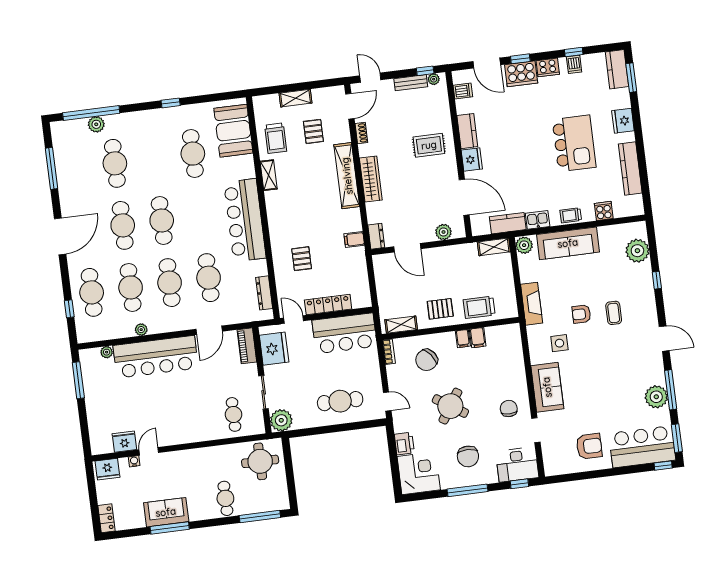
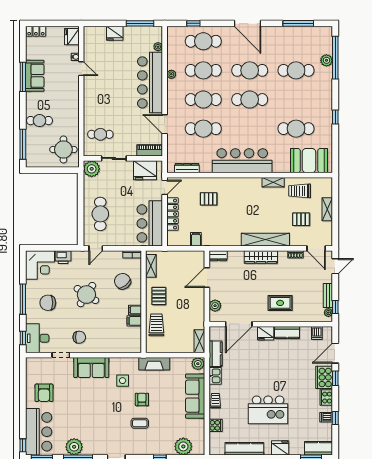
rug: (429, 145) -> (280, 303), turned 90
filing cabinet: (354, 239) -> (196, 239), moved
fridge: (124, 442) -> (115, 33), moved, turned 90

